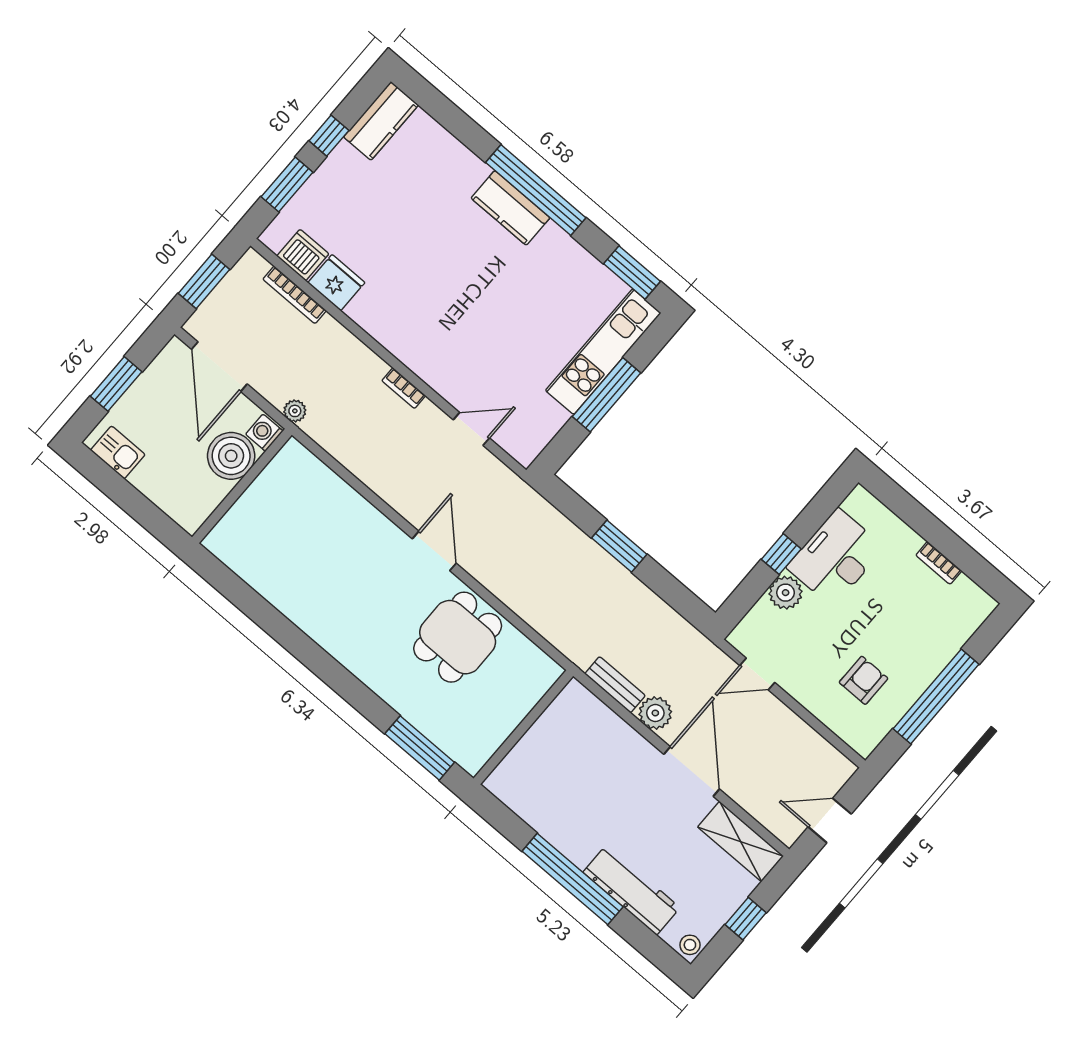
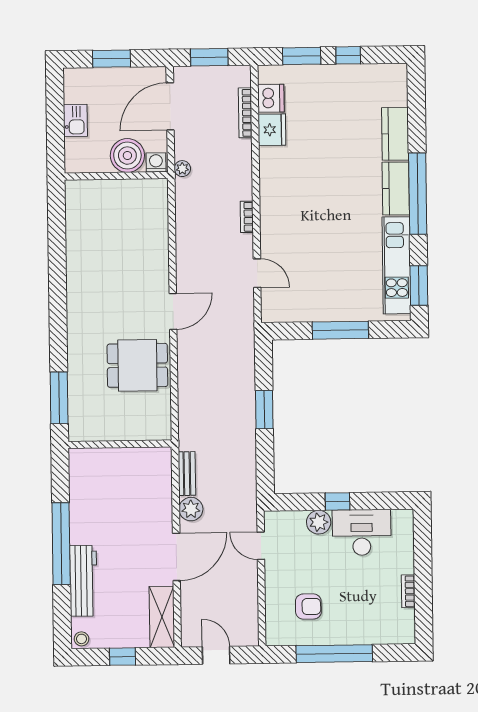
kitchen counter: (381, 121) -> (395, 134), moved, turned 90
kitchen unit: (603, 352) -> (396, 265), moved, turned -90
kitchen sink: (118, 452) -> (75, 120), moved

